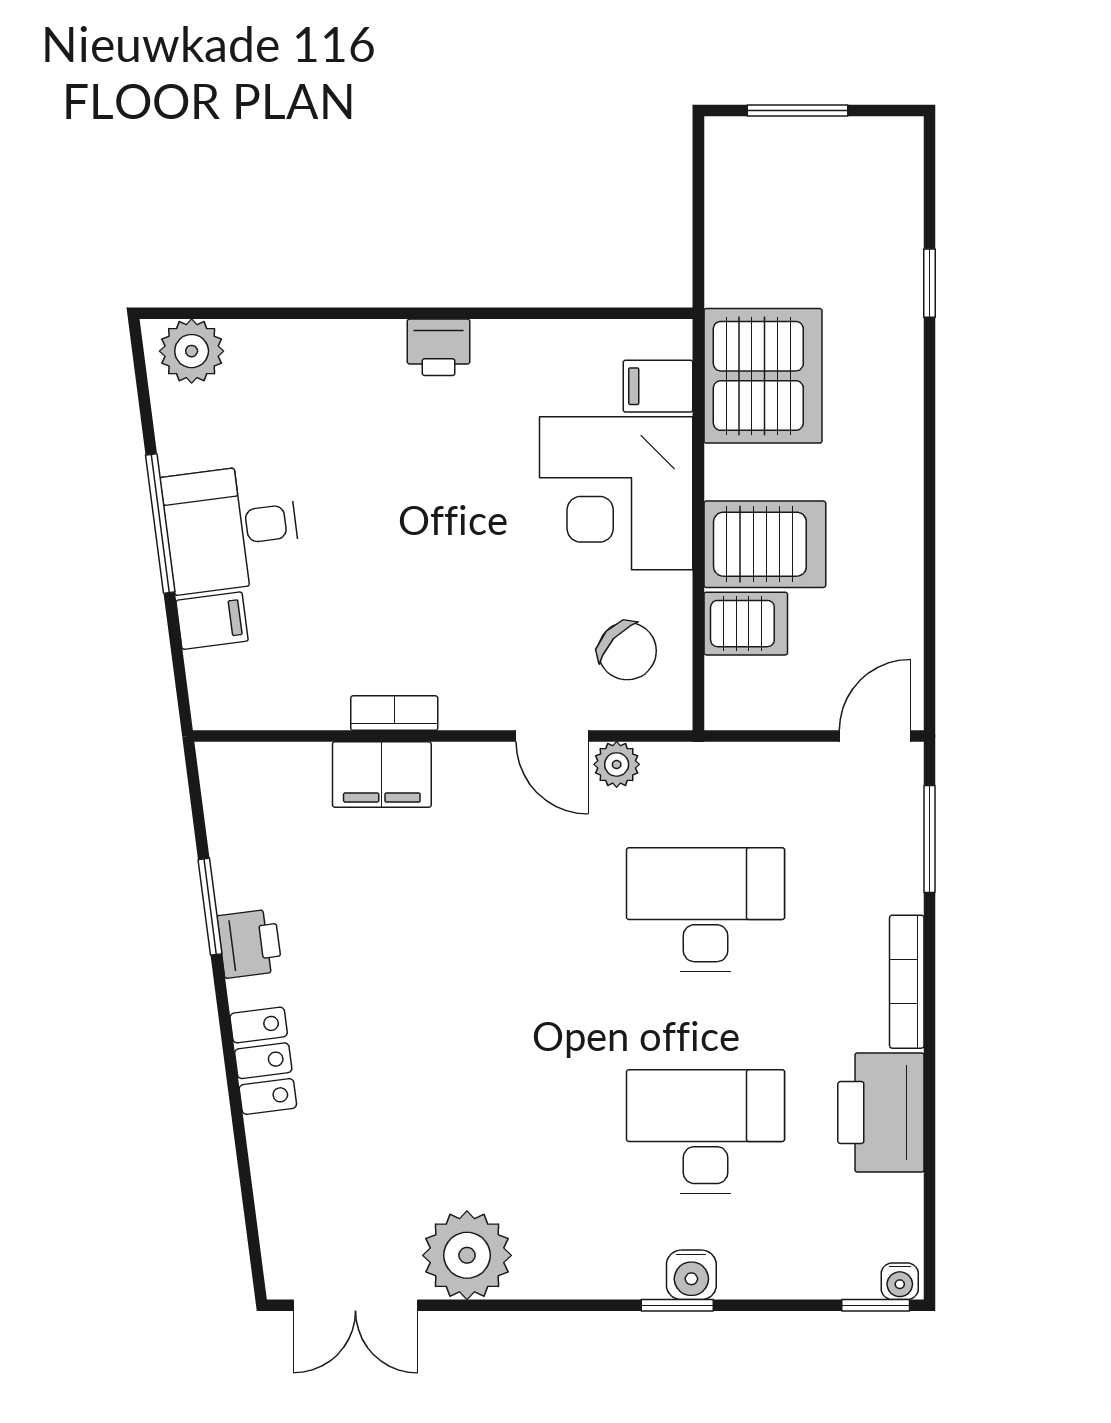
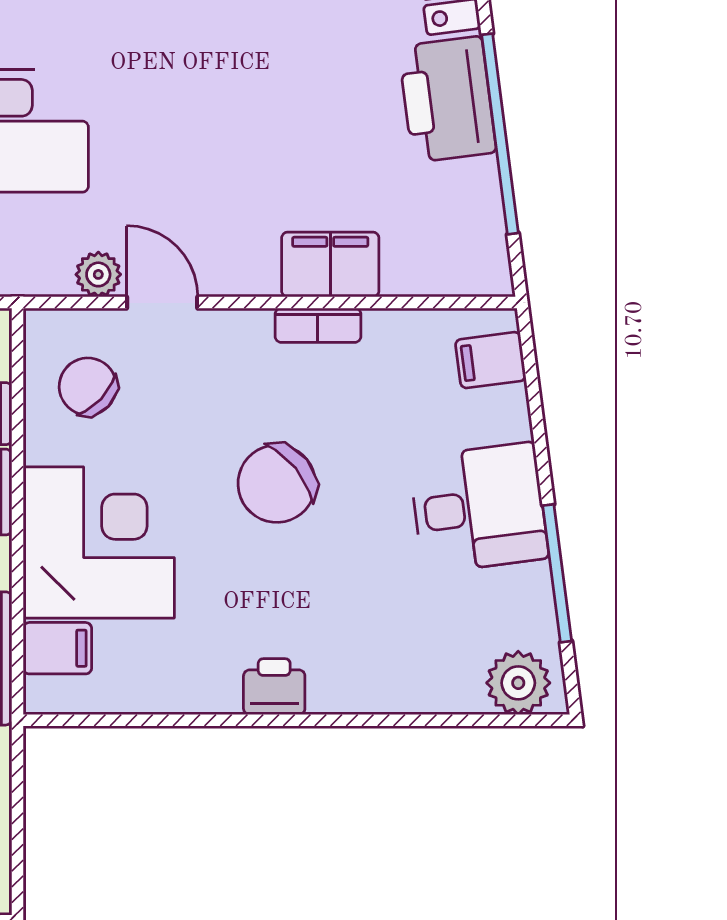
window: (160, 523) -> (557, 573), moved
chair: (436, 553) -> (277, 484), added
filing cabinet: (212, 621) -> (491, 360), moved
window: (210, 907) -> (500, 134), width x2.11
printer: (250, 943) -> (447, 99), width x1.87, depth x1.48

